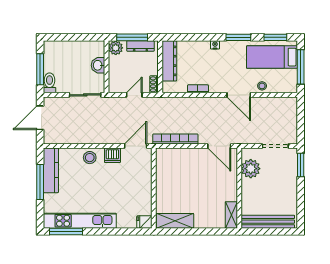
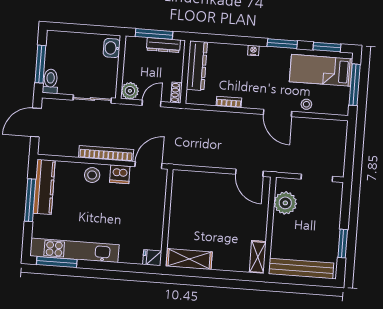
plant: (116, 48) -> (130, 91), moved
washbasin: (98, 65) -> (112, 48), moved
bookcase: (175, 139) -> (106, 153), moved
window: (301, 165) -> (343, 244), moved

